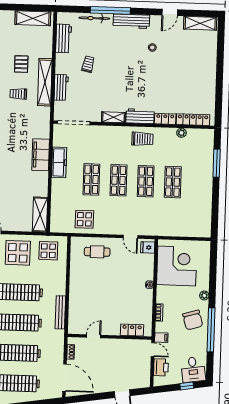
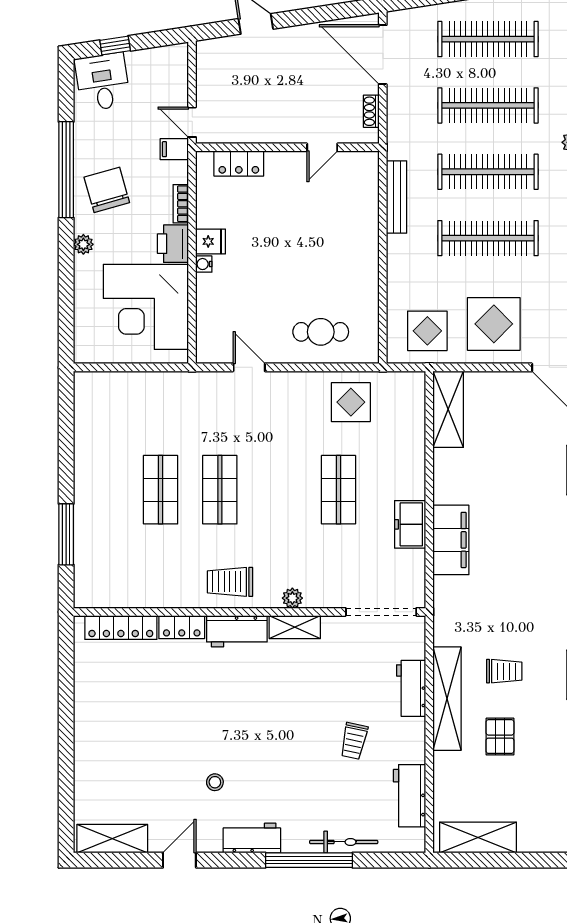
workbench: (131, 21) -> (252, 838), width x0.73
plant: (181, 133) -> (292, 598), moved
freezer: (59, 162) -> (410, 524), width x0.71
shop shelf: (118, 180) -> (279, 490), removed
fridge: (148, 247) -> (211, 241), moved
printer: (161, 367) -> (173, 244), moved

